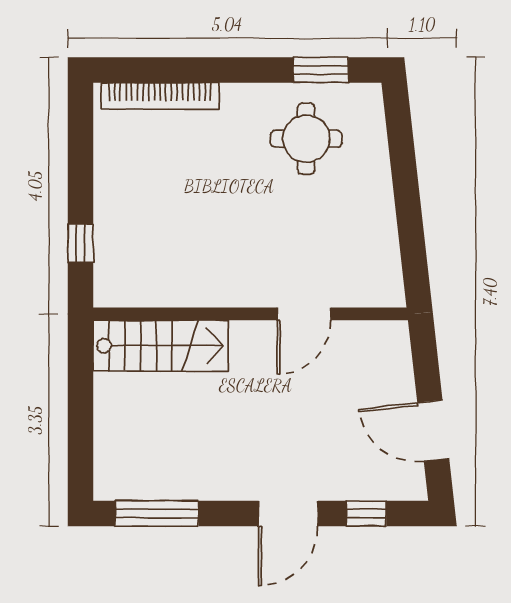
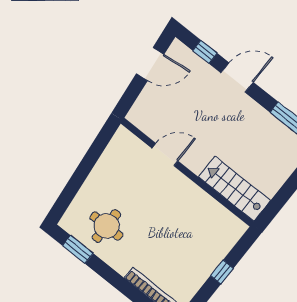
window: (80, 243) -> (222, 272), moved
door: (433, 431) -> (150, 64), hinge flipped

